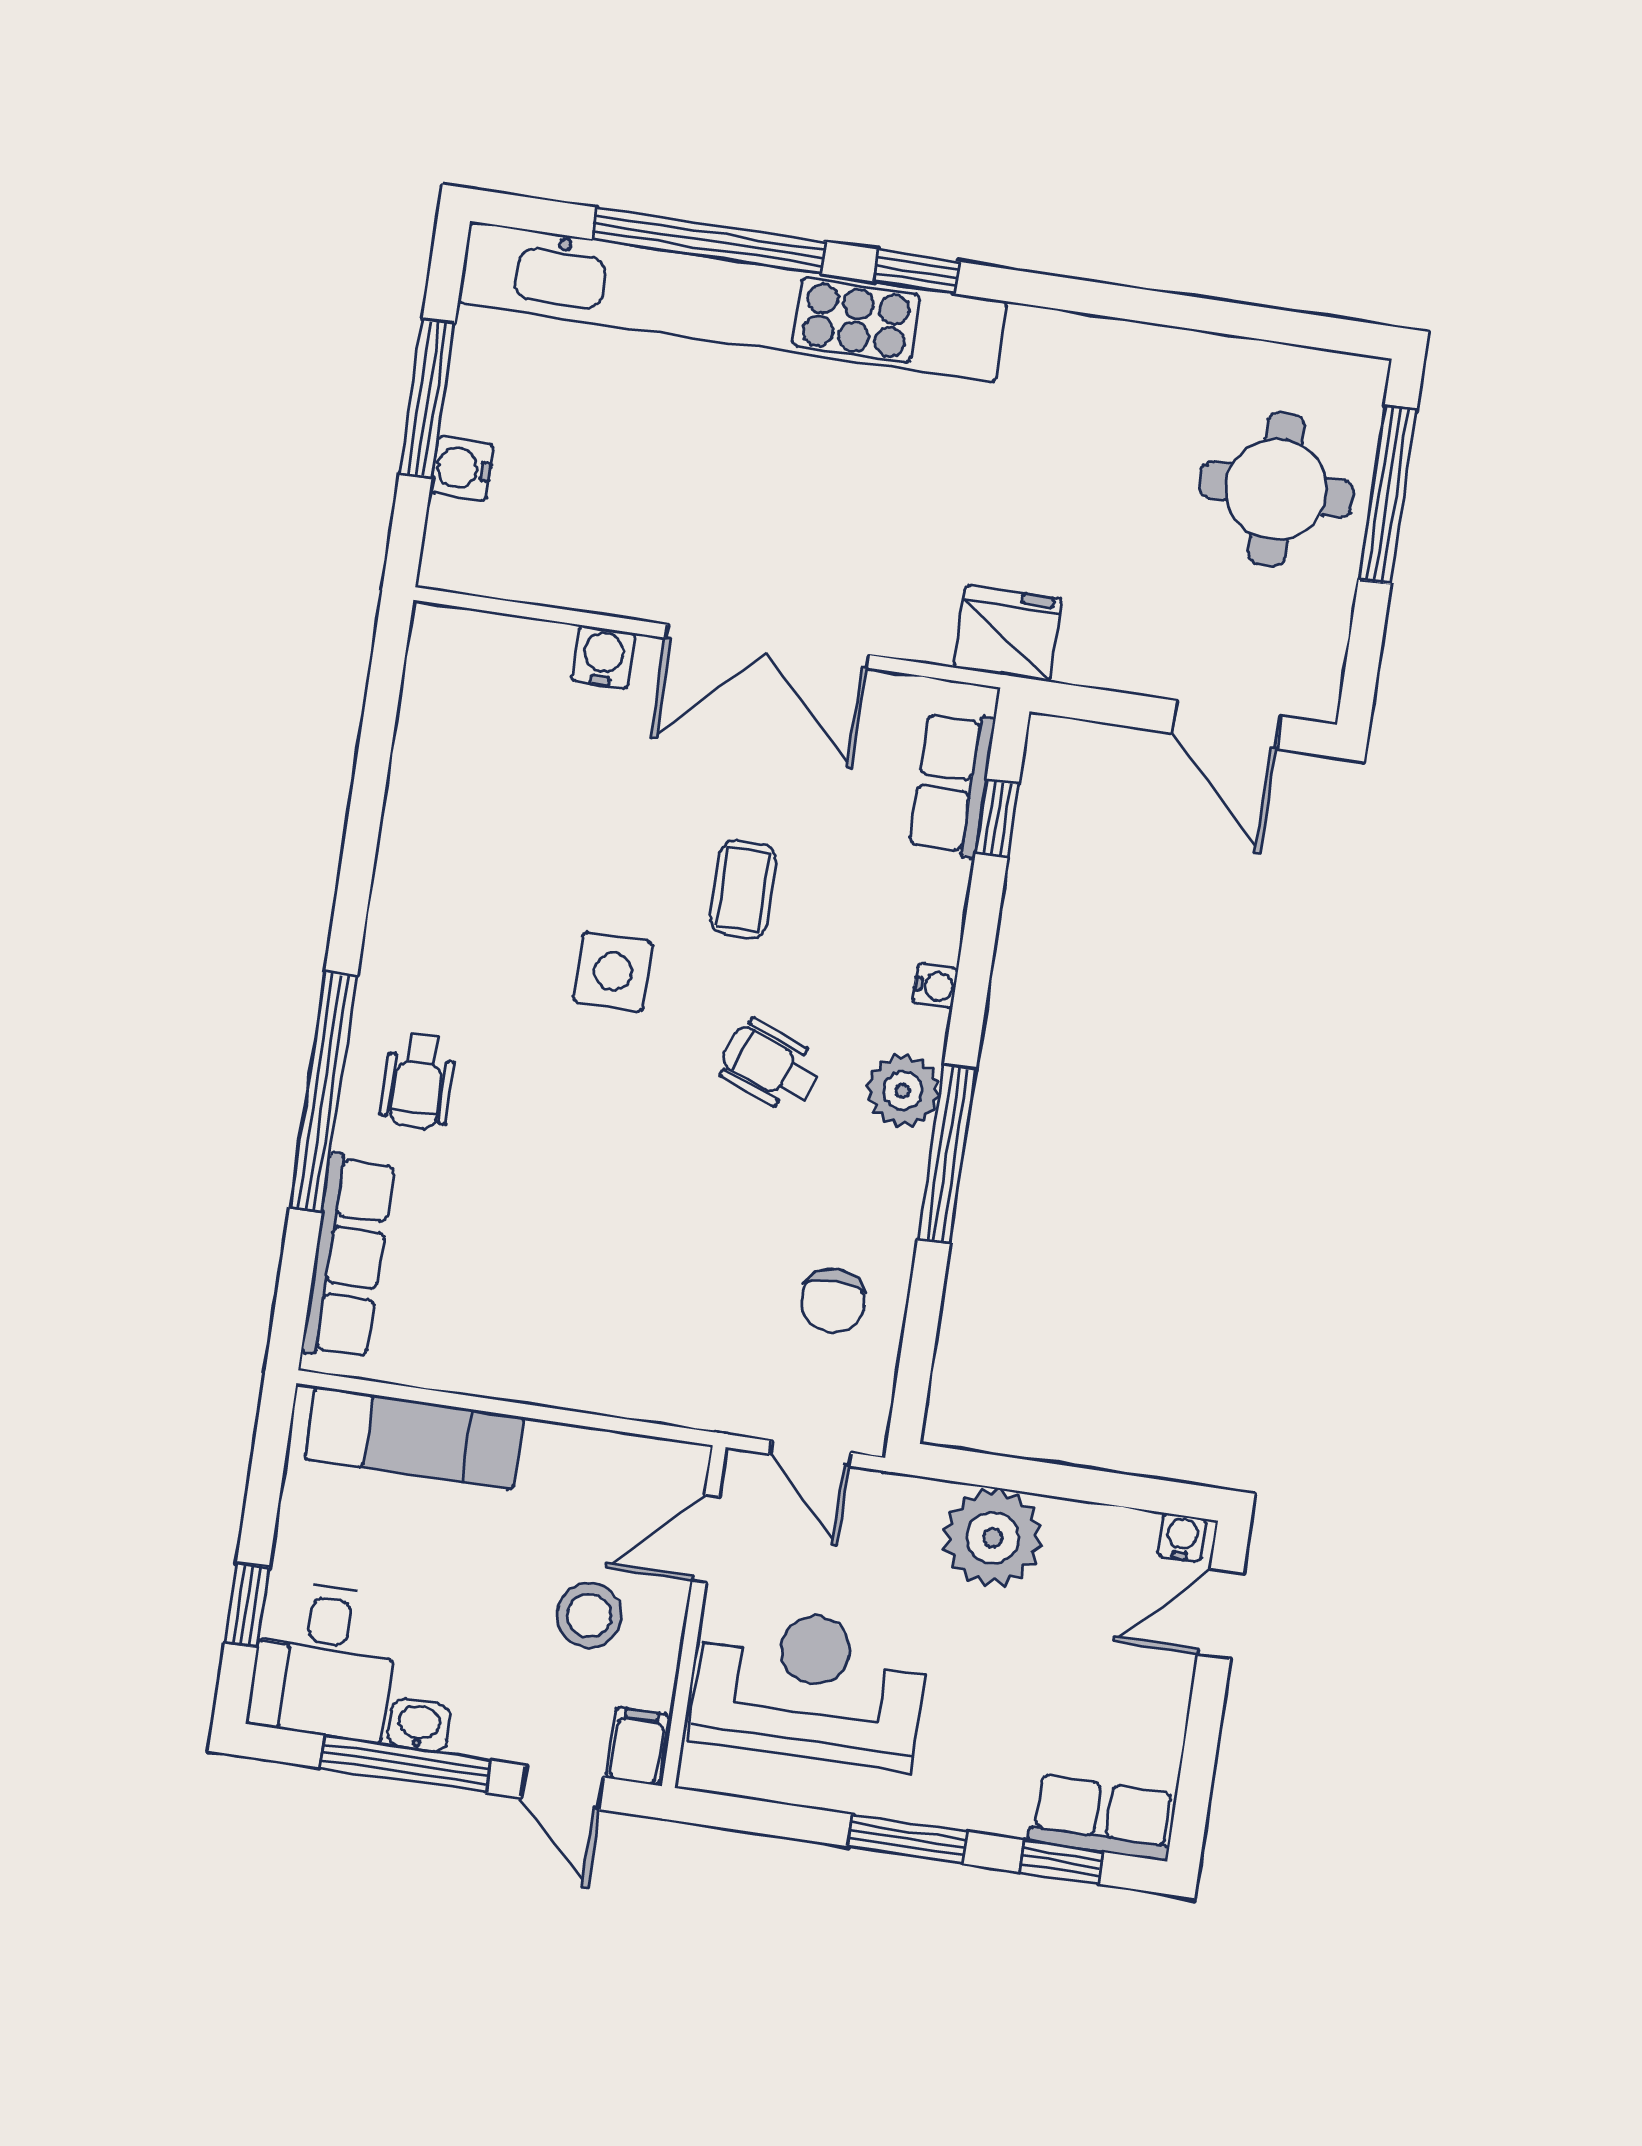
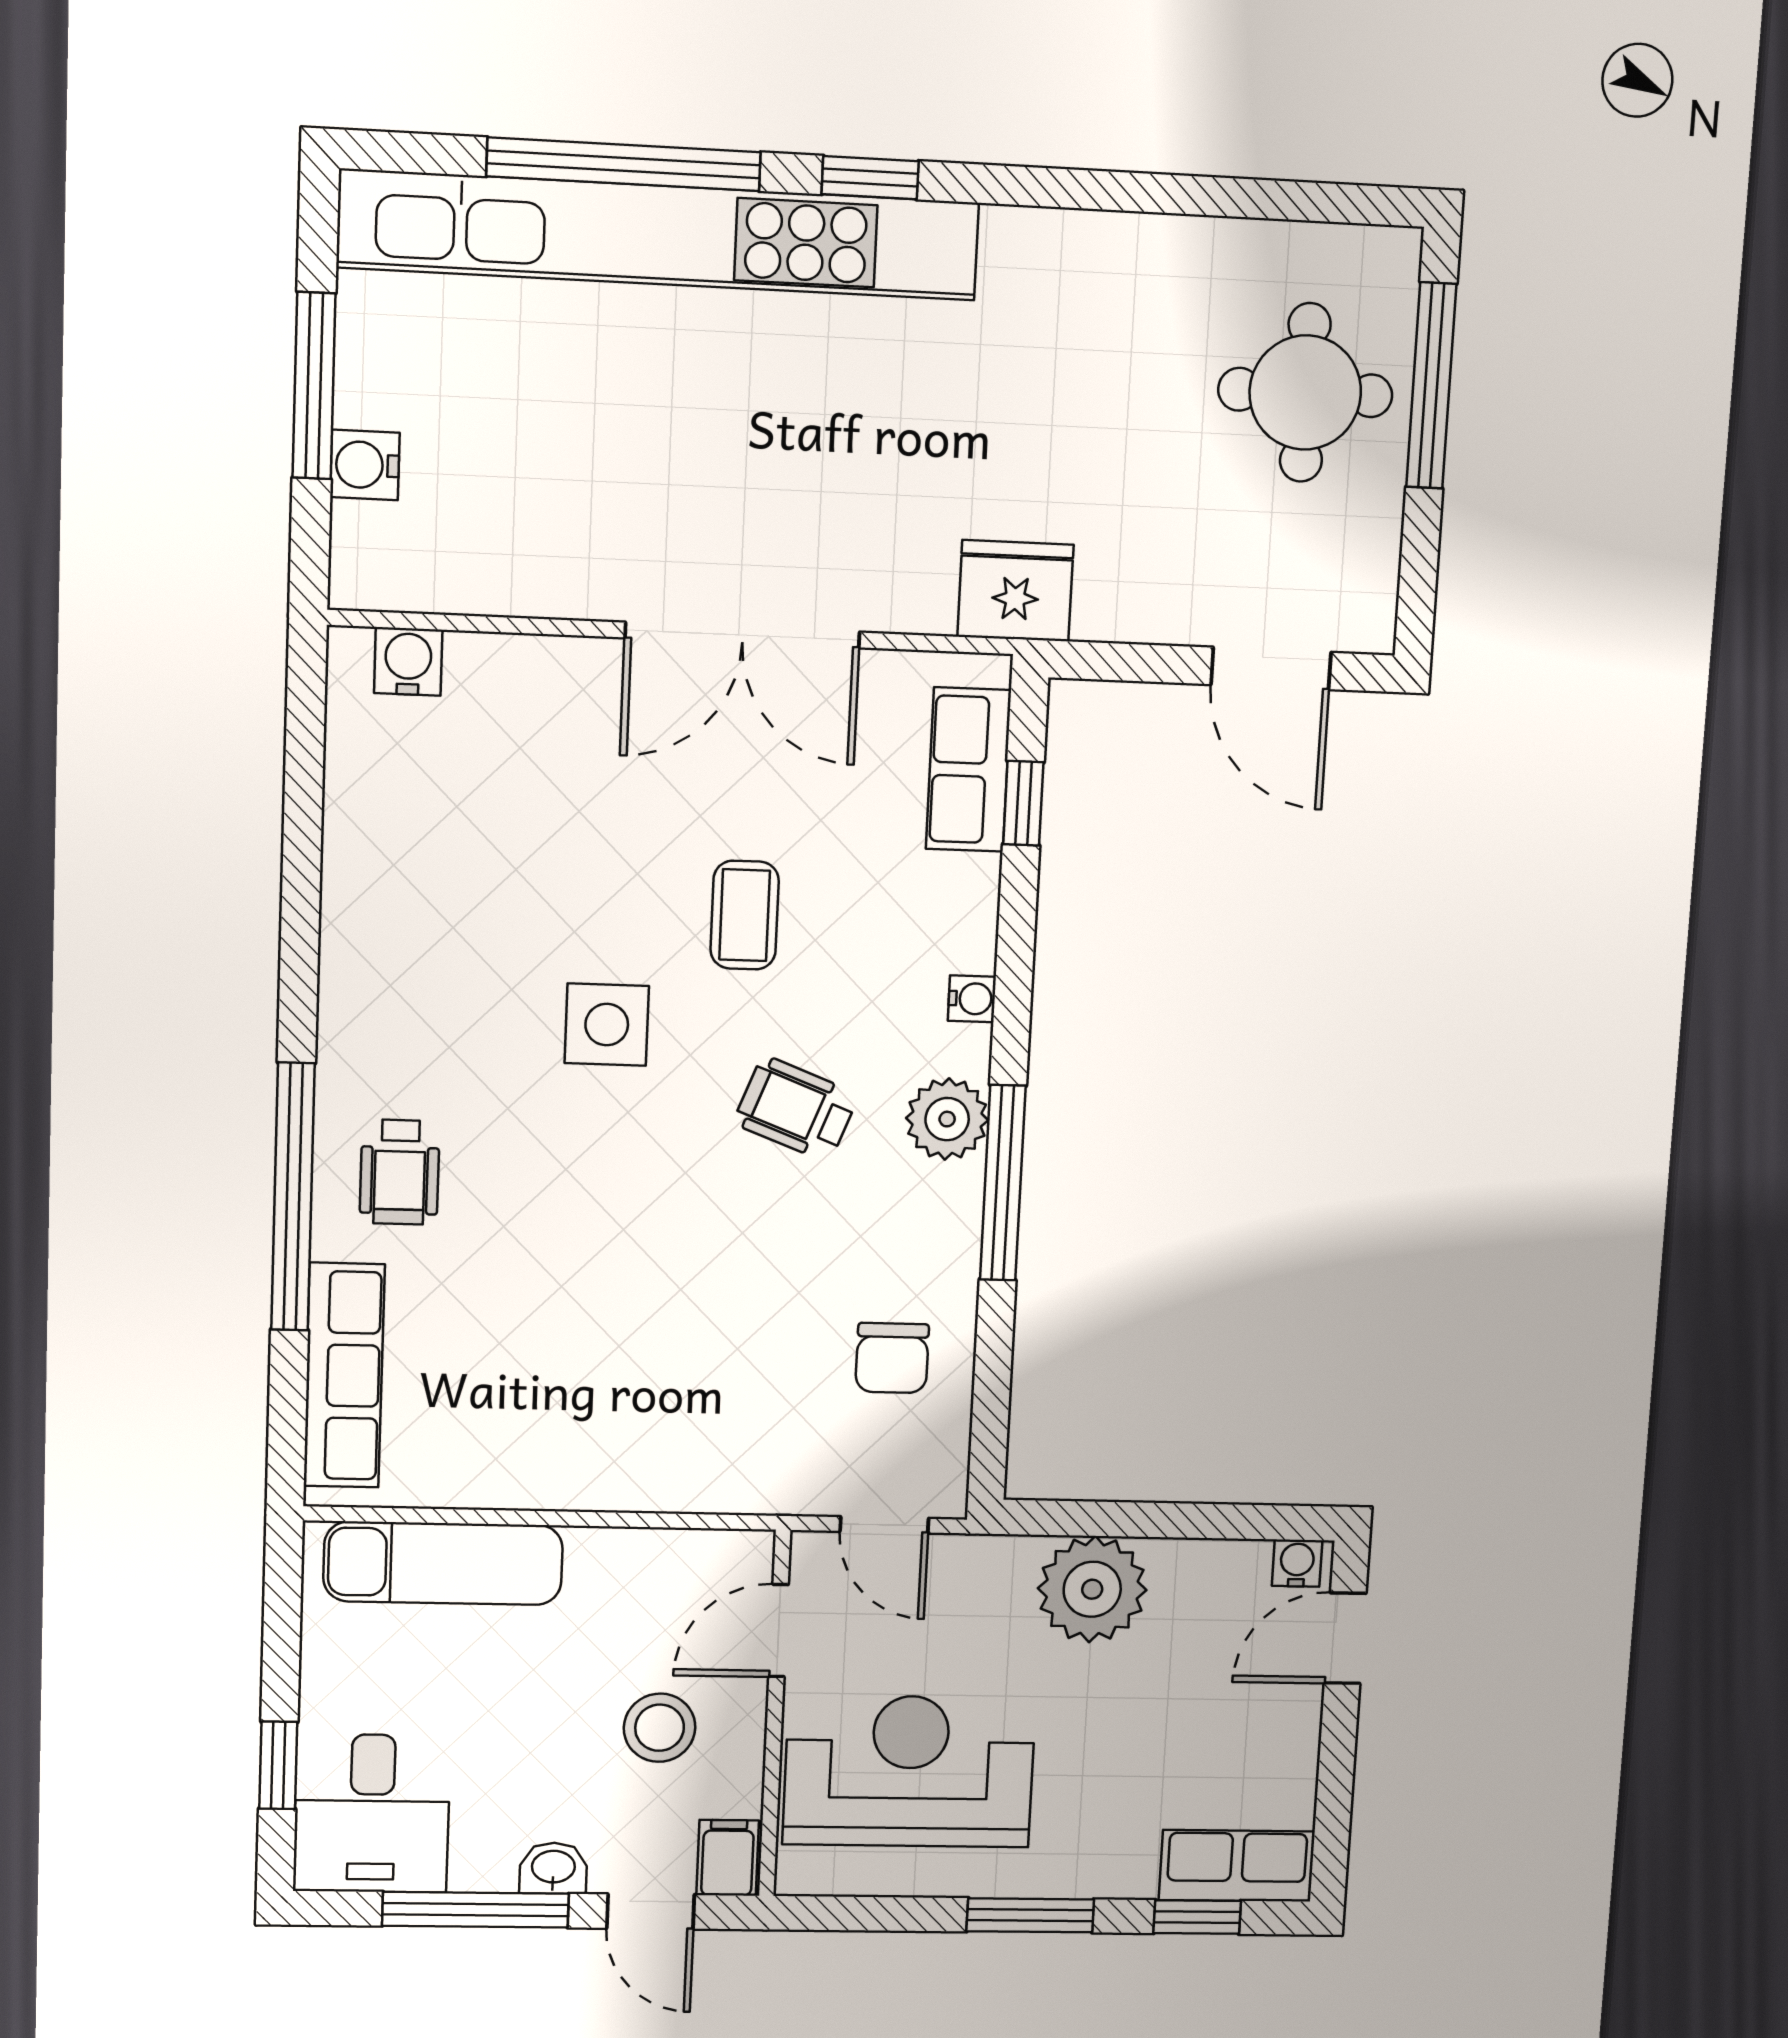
water cooler: (603, 657) -> (408, 661), moved
washbasin: (419, 1725) -> (553, 1868), moved

